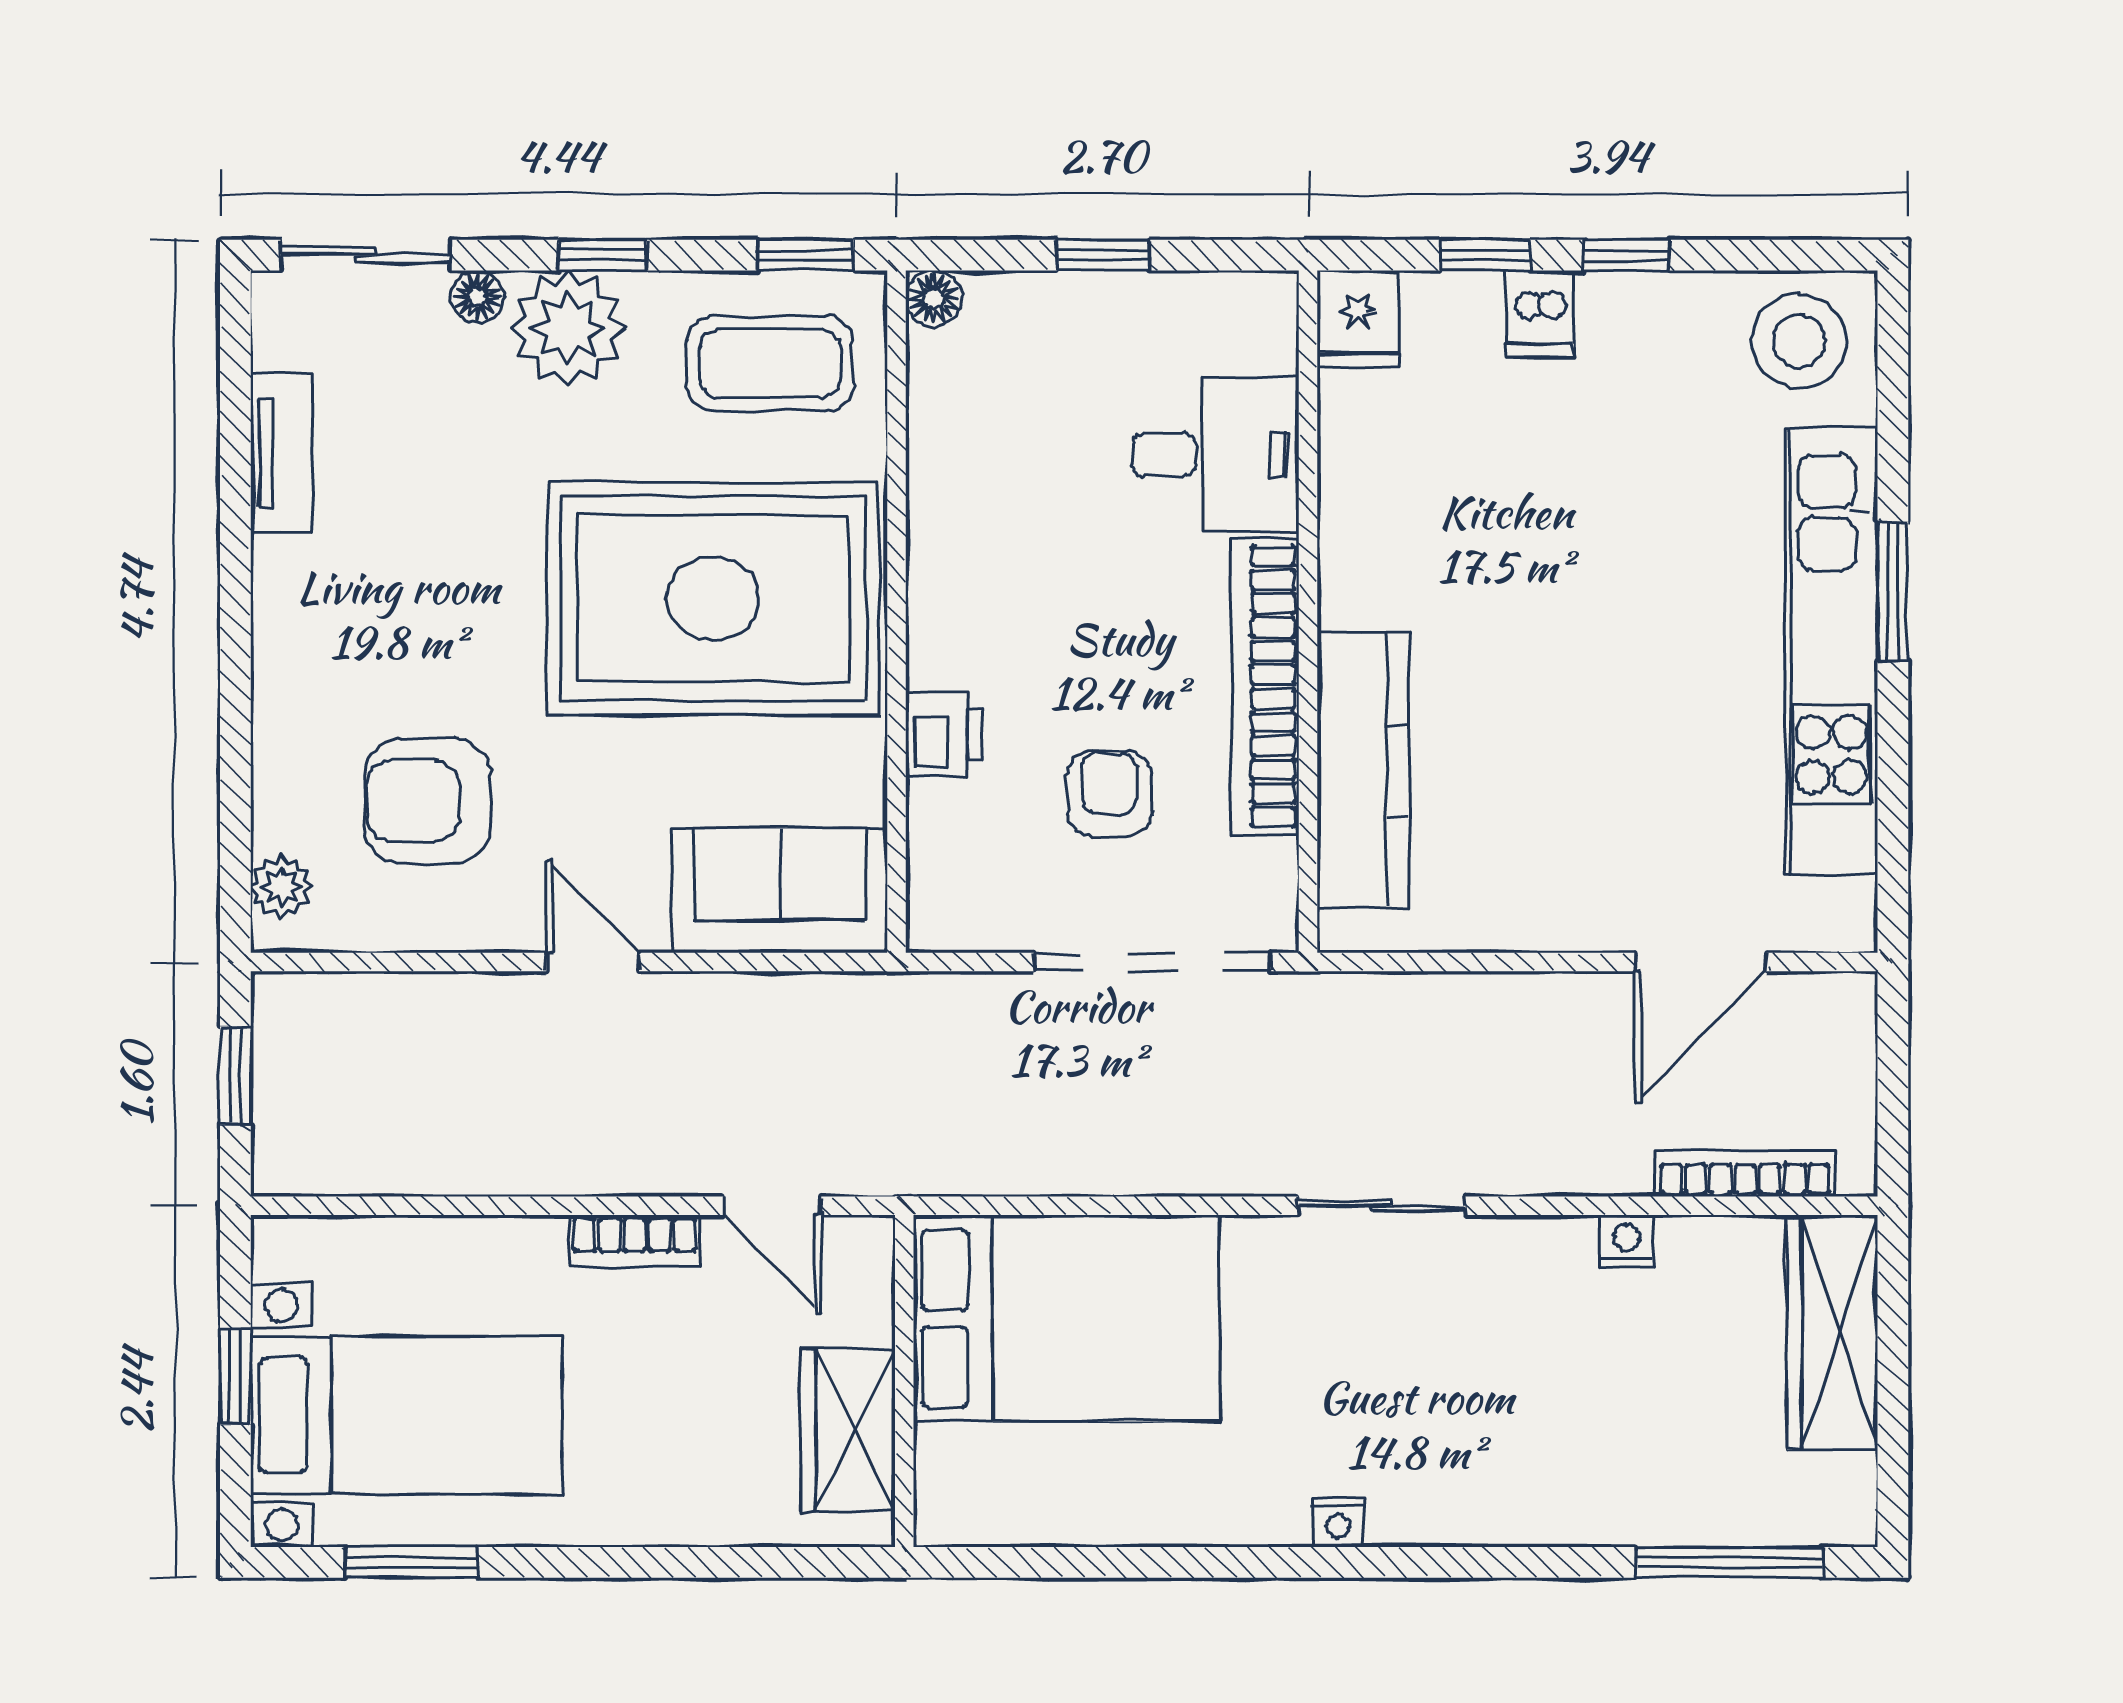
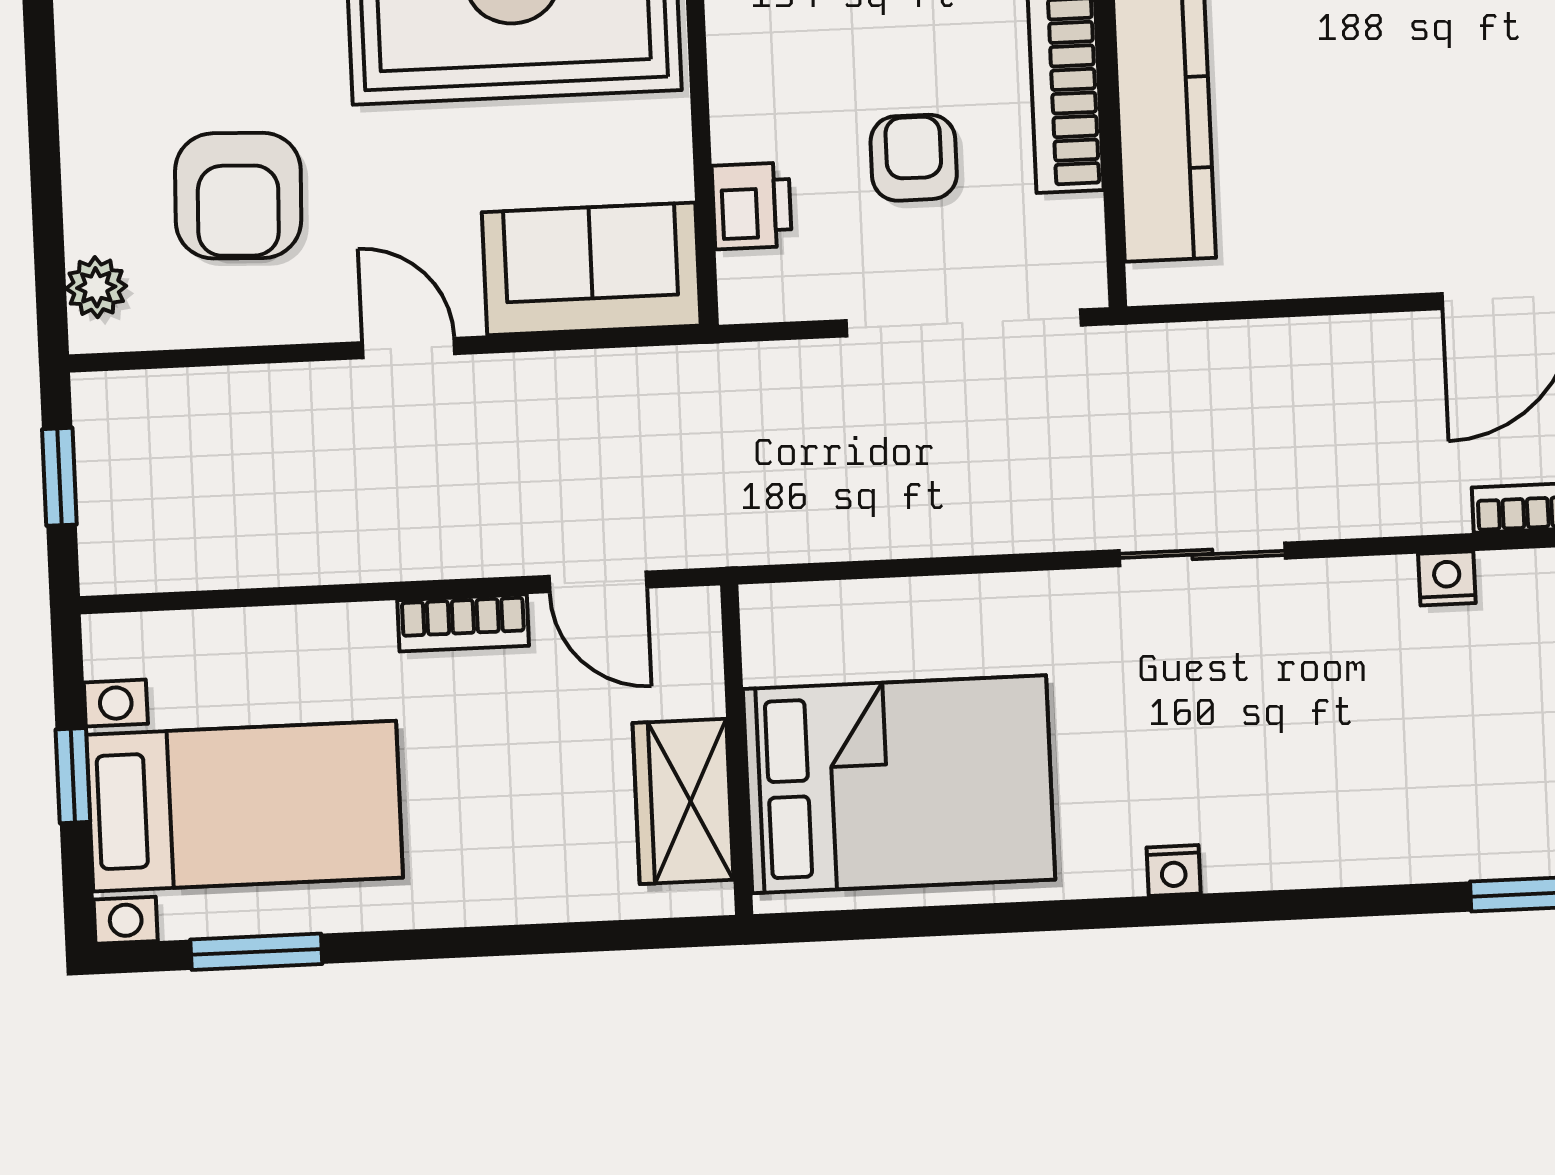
printer: (944, 734) -> (752, 206), moved
armchair: (428, 801) -> (238, 196), turned -88
bed: (1066, 1318) -> (899, 784), moved

